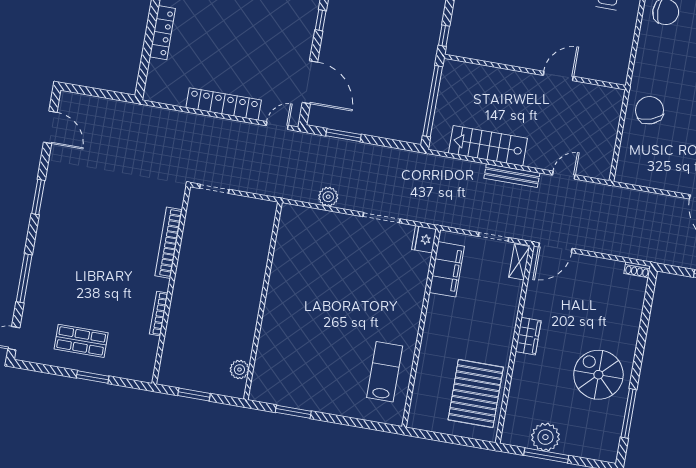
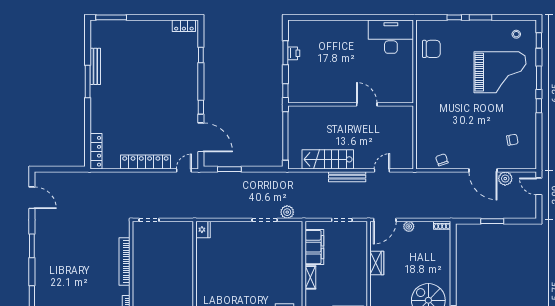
window: (321, 20) -> (201, 107), moved
locker: (162, 33) -> (96, 151), moved
door: (558, 76) -> (367, 104), hinge flipped
chair: (650, 110) -> (442, 160), moved, width x0.54, depth x0.54
plant: (328, 197) -> (287, 212), moved
fridge: (424, 239) -> (203, 230), moved, turned 180
shelving: (519, 262) -> (310, 277), moved
plant: (589, 263) -> (409, 226), added
wardrobe: (528, 336) -> (377, 263), moved

